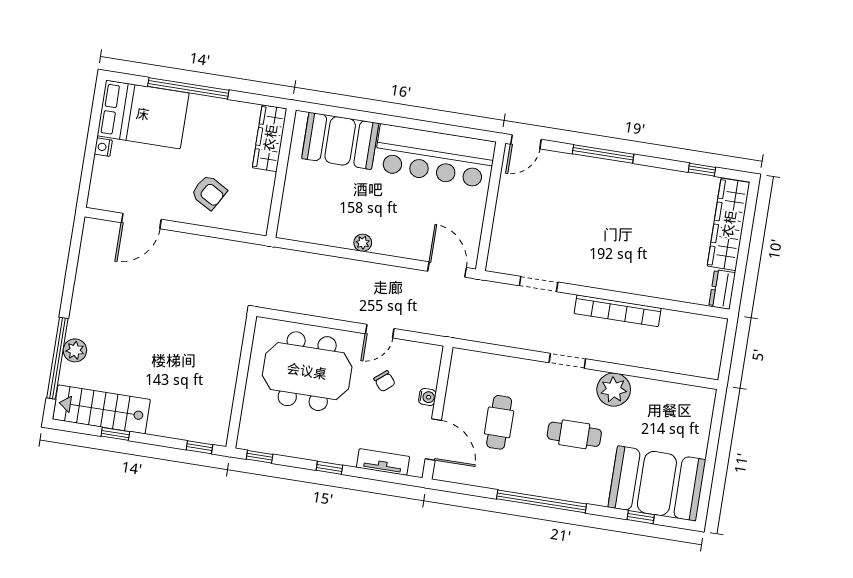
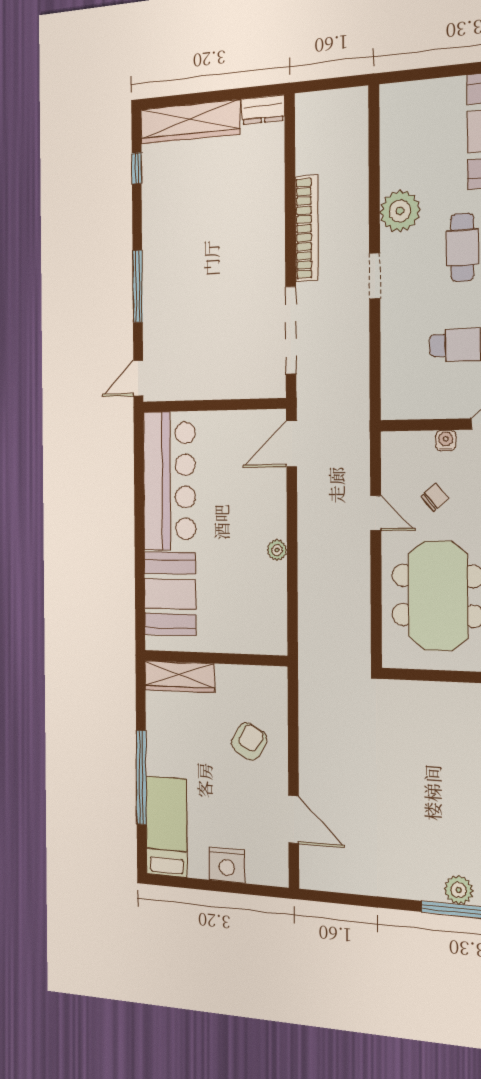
bed: (143, 114) -> (166, 827), width x0.67
door: (526, 142) -> (138, 378), swing flipped
nightstand: (103, 147) -> (227, 865), width x1.89, depth x1.79
doorway: (539, 284) -> (291, 330), width x1.87

